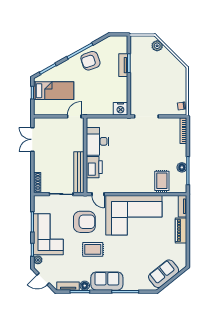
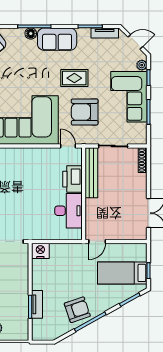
floor lamp: (85, 286) -> (31, 34), moved

